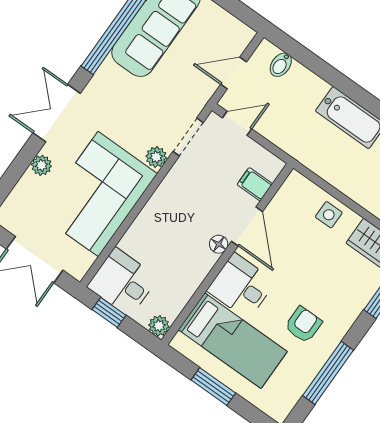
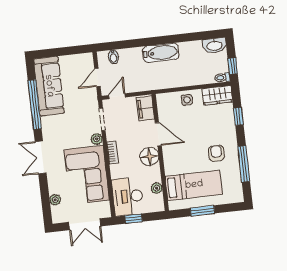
plant: (41, 165) -> (55, 200), moved
filing cabinet: (255, 184) -> (145, 109), width x2.00
bookcase: (162, 195) -> (113, 153), added
floor lamp: (219, 244) -> (149, 156), width x1.89, depth x1.89
desk: (123, 282) -> (128, 197), width x1.37
desk: (241, 286) -> (177, 160), removed
plant: (159, 326) -> (157, 188), moved

